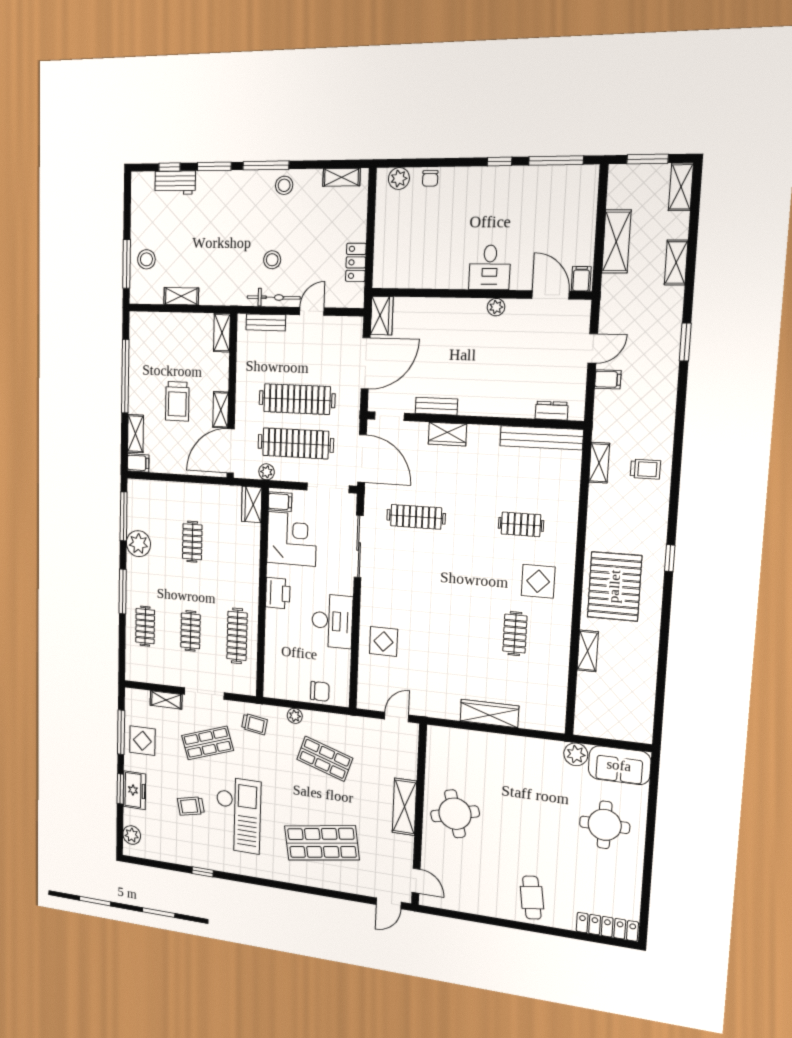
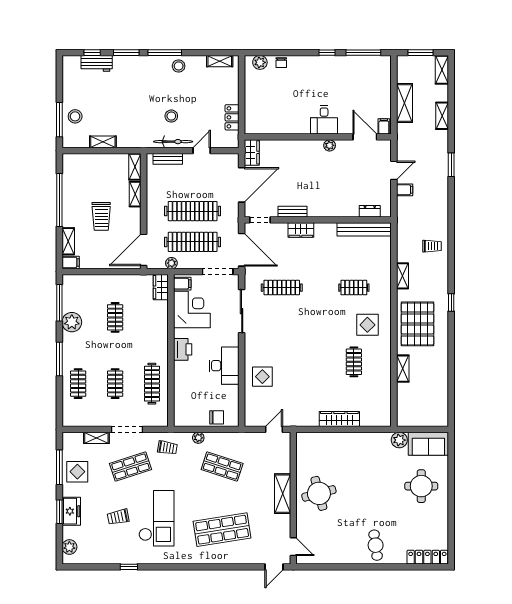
shelving: (221, 410) -> (135, 194), moved
shelving: (599, 463) -> (403, 276), moved

